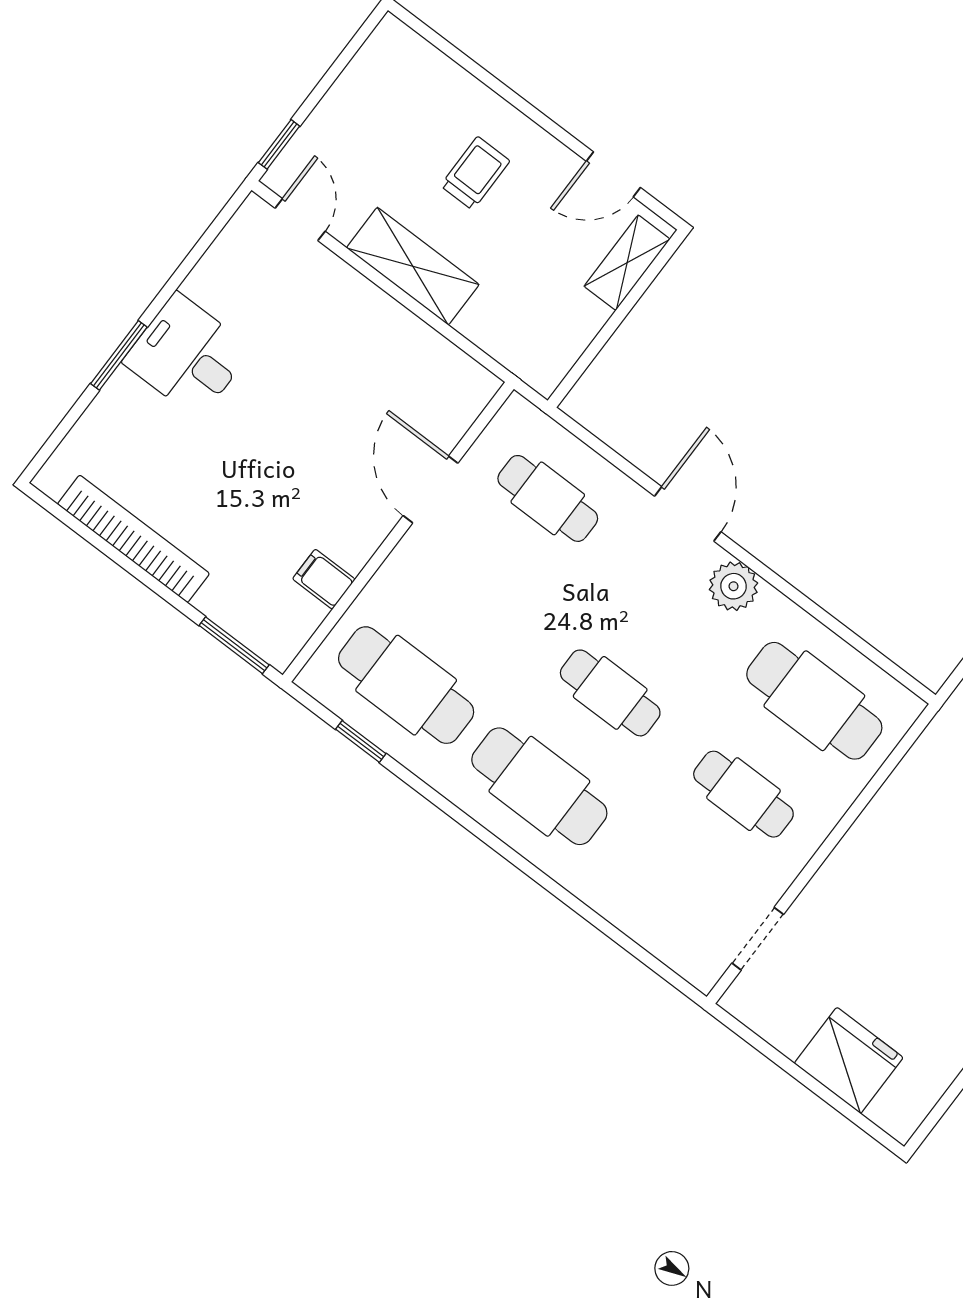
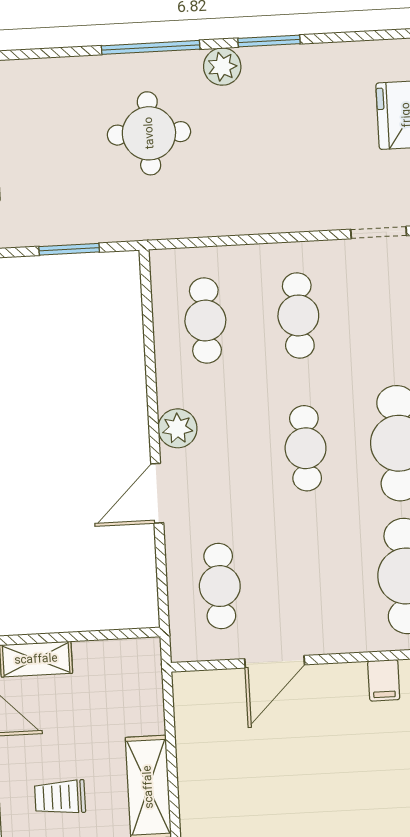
cafe table: (814, 701) -> (205, 321), width x0.73, depth x0.74

